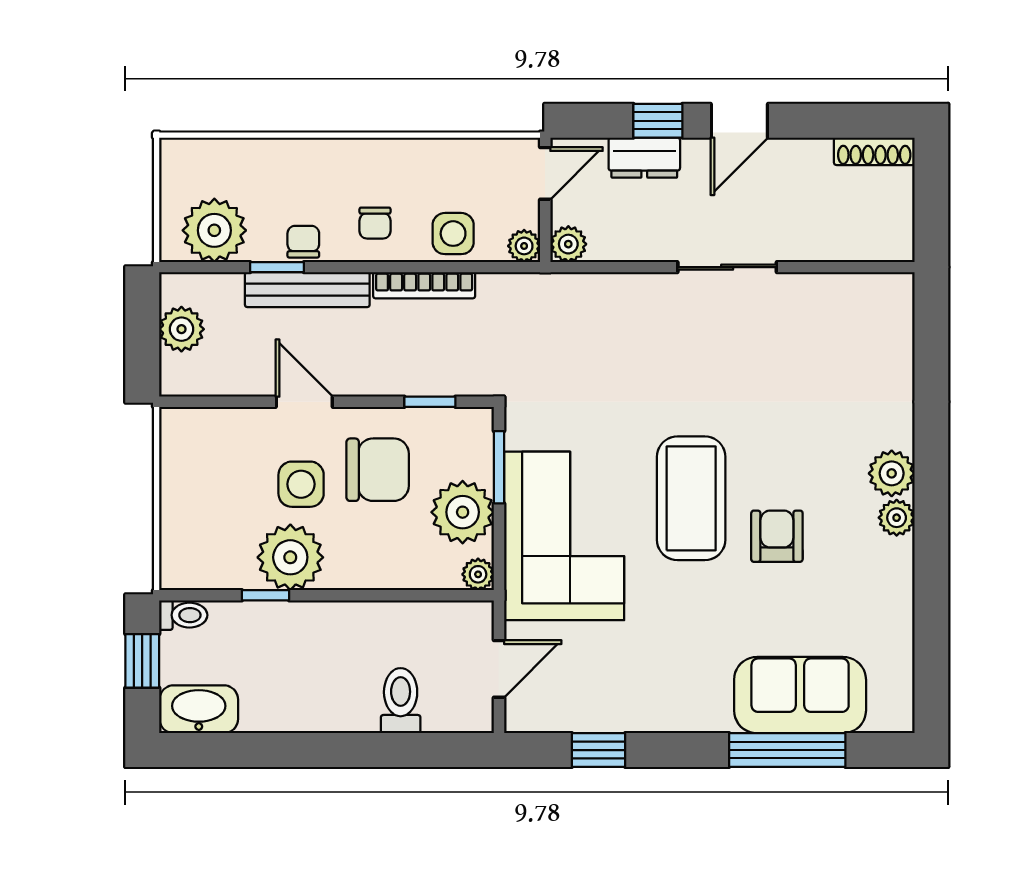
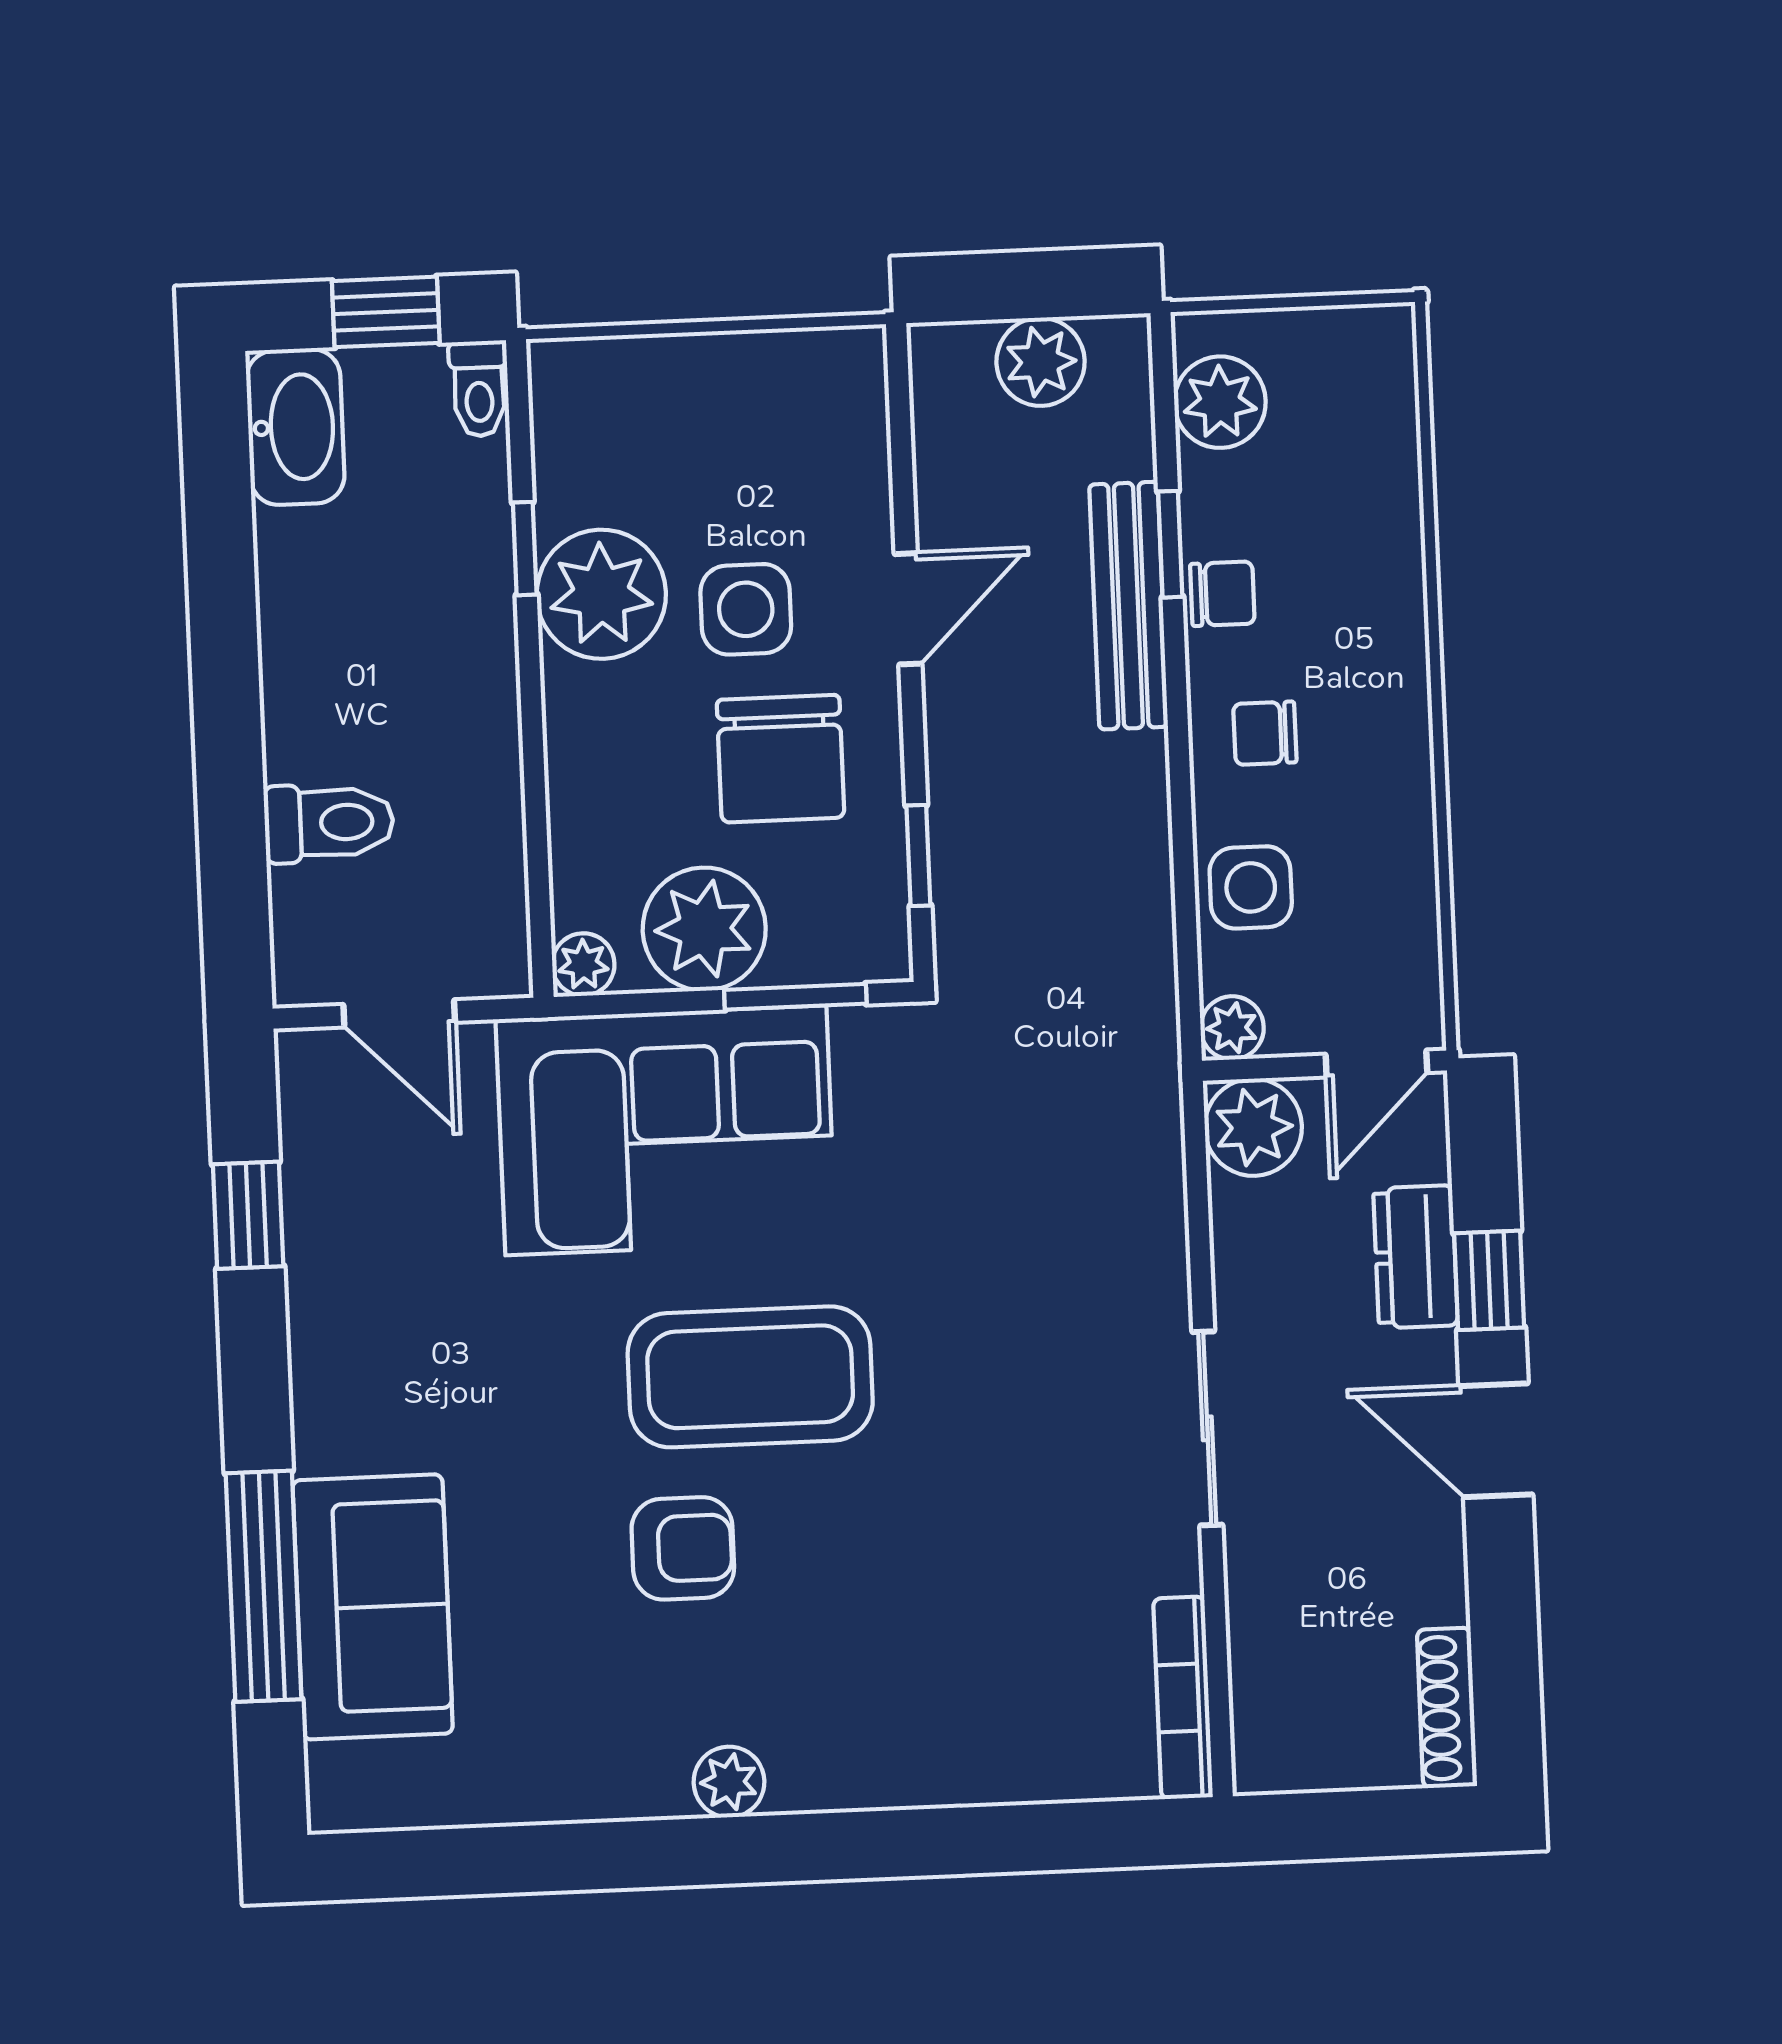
door: (545, 173) -> (1376, 1063), hinge flipped
plant: (214, 230) -> (1220, 402), width x0.73, depth x0.73
plant: (568, 244) -> (1253, 1127), width x1.38, depth x1.38
bookcase: (424, 285) -> (1183, 1698), moved
plant: (892, 473) -> (816, 1769), removed

